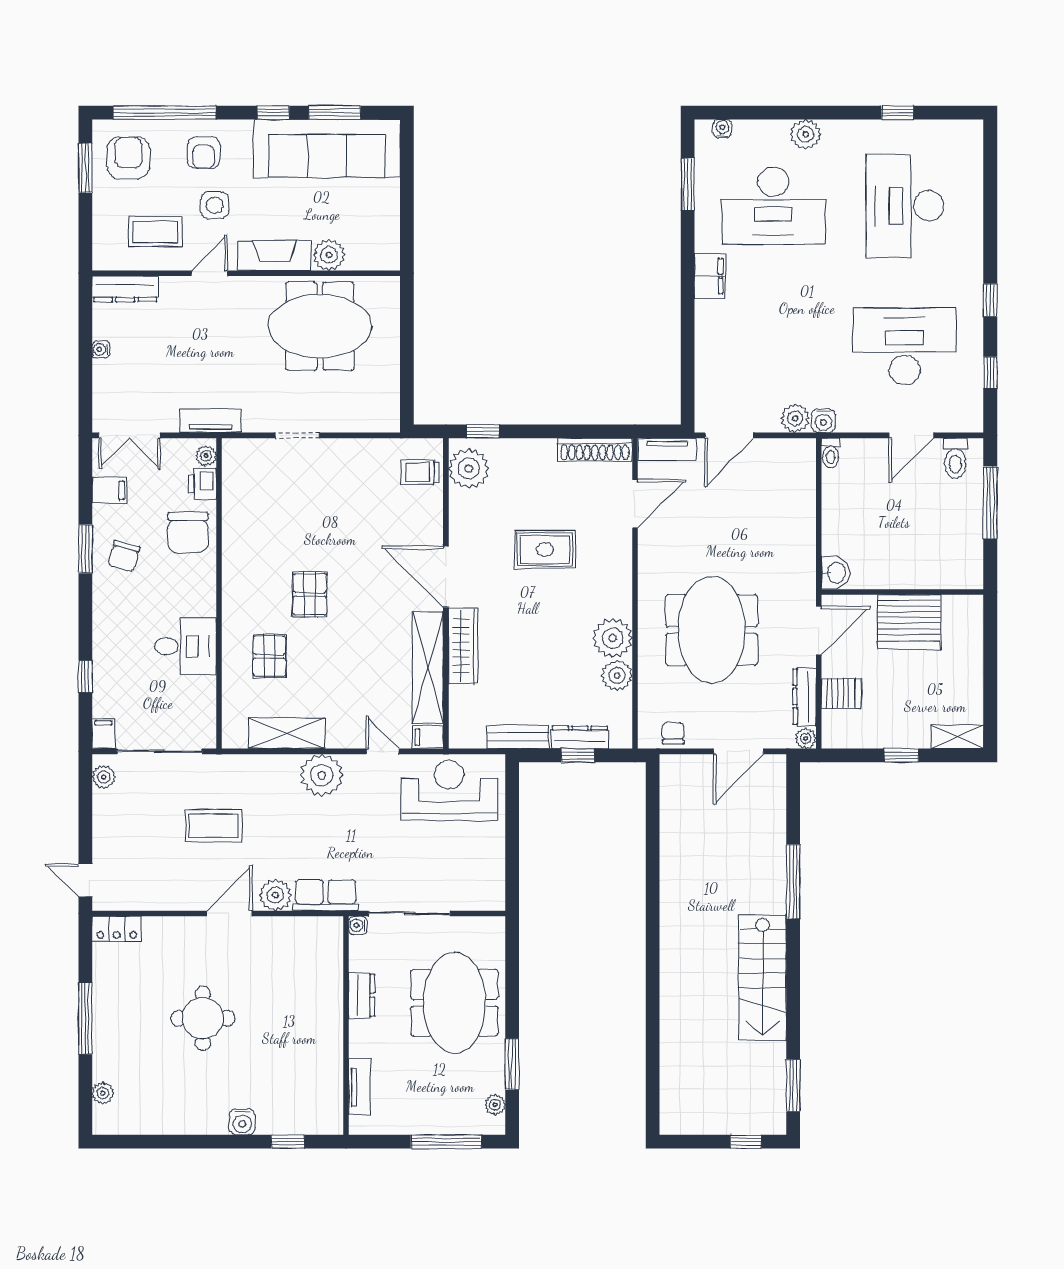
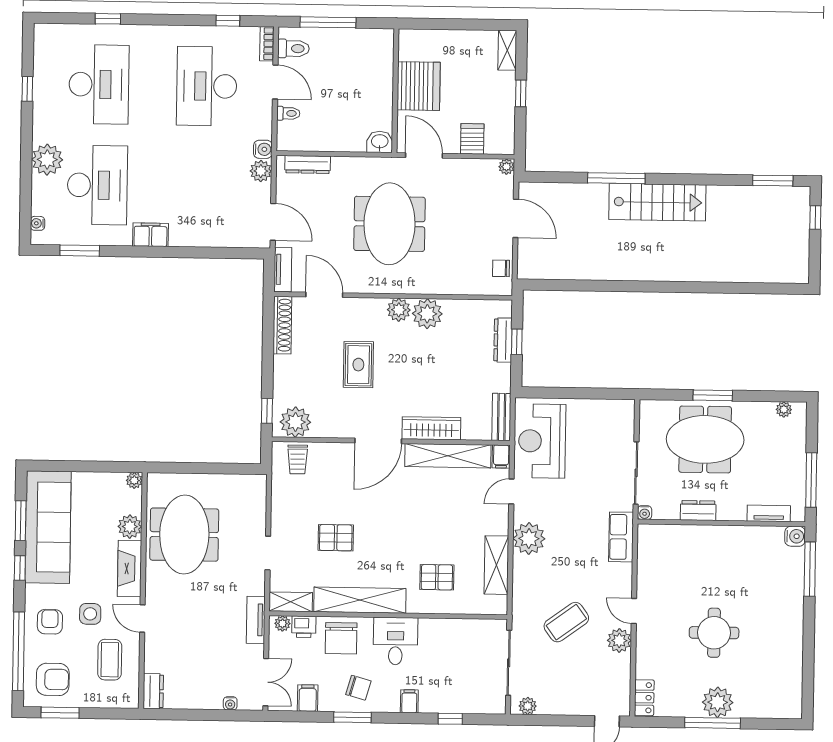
plant: (806, 134) -> (47, 160), width x1.36, depth x1.36
armchair: (204, 153) -> (50, 622), turned -90
armchair: (128, 158) -> (53, 679), turned 180
desk: (905, 206) -> (99, 84), turned -90
plant: (389, 260) -> (134, 480), added
dresser: (125, 289) -> (153, 691), width x0.70
window: (990, 300) -> (108, 19), moved
water cooler: (101, 349) -> (230, 703), moved
bookcase: (961, 424) -> (267, 44), added
toilet: (831, 453) -> (288, 113), moved
shelving: (234, 466) -> (291, 602), added
chair: (188, 533) -> (341, 638), turned 90
shelving: (238, 556) -> (360, 600), added
pallet: (310, 594) -> (336, 538), moved
meeting table: (712, 630) -> (389, 224), moved, turned 90
desk: (185, 646) -> (395, 641), moved
plant: (617, 675) -> (399, 310), moved
dresser: (805, 697) -> (308, 164), moved
filing cabinet: (103, 734) -> (409, 701), moved, turned 90
bench: (518, 737) -> (501, 417), moved
coffee table: (214, 826) -> (566, 622), turned 54
plant: (275, 895) -> (619, 640), moved
door: (230, 913) -> (634, 611), width x0.73
stairs: (763, 978) -> (657, 202), moved
window: (512, 1064) -> (713, 395), moved
plant: (103, 1093) -> (718, 702), moved, width x1.88, depth x1.88
water cooler: (242, 1122) -> (795, 536), moved
window: (288, 1142) -> (810, 569), width x2.17
window: (446, 1142) -> (811, 480), moved

